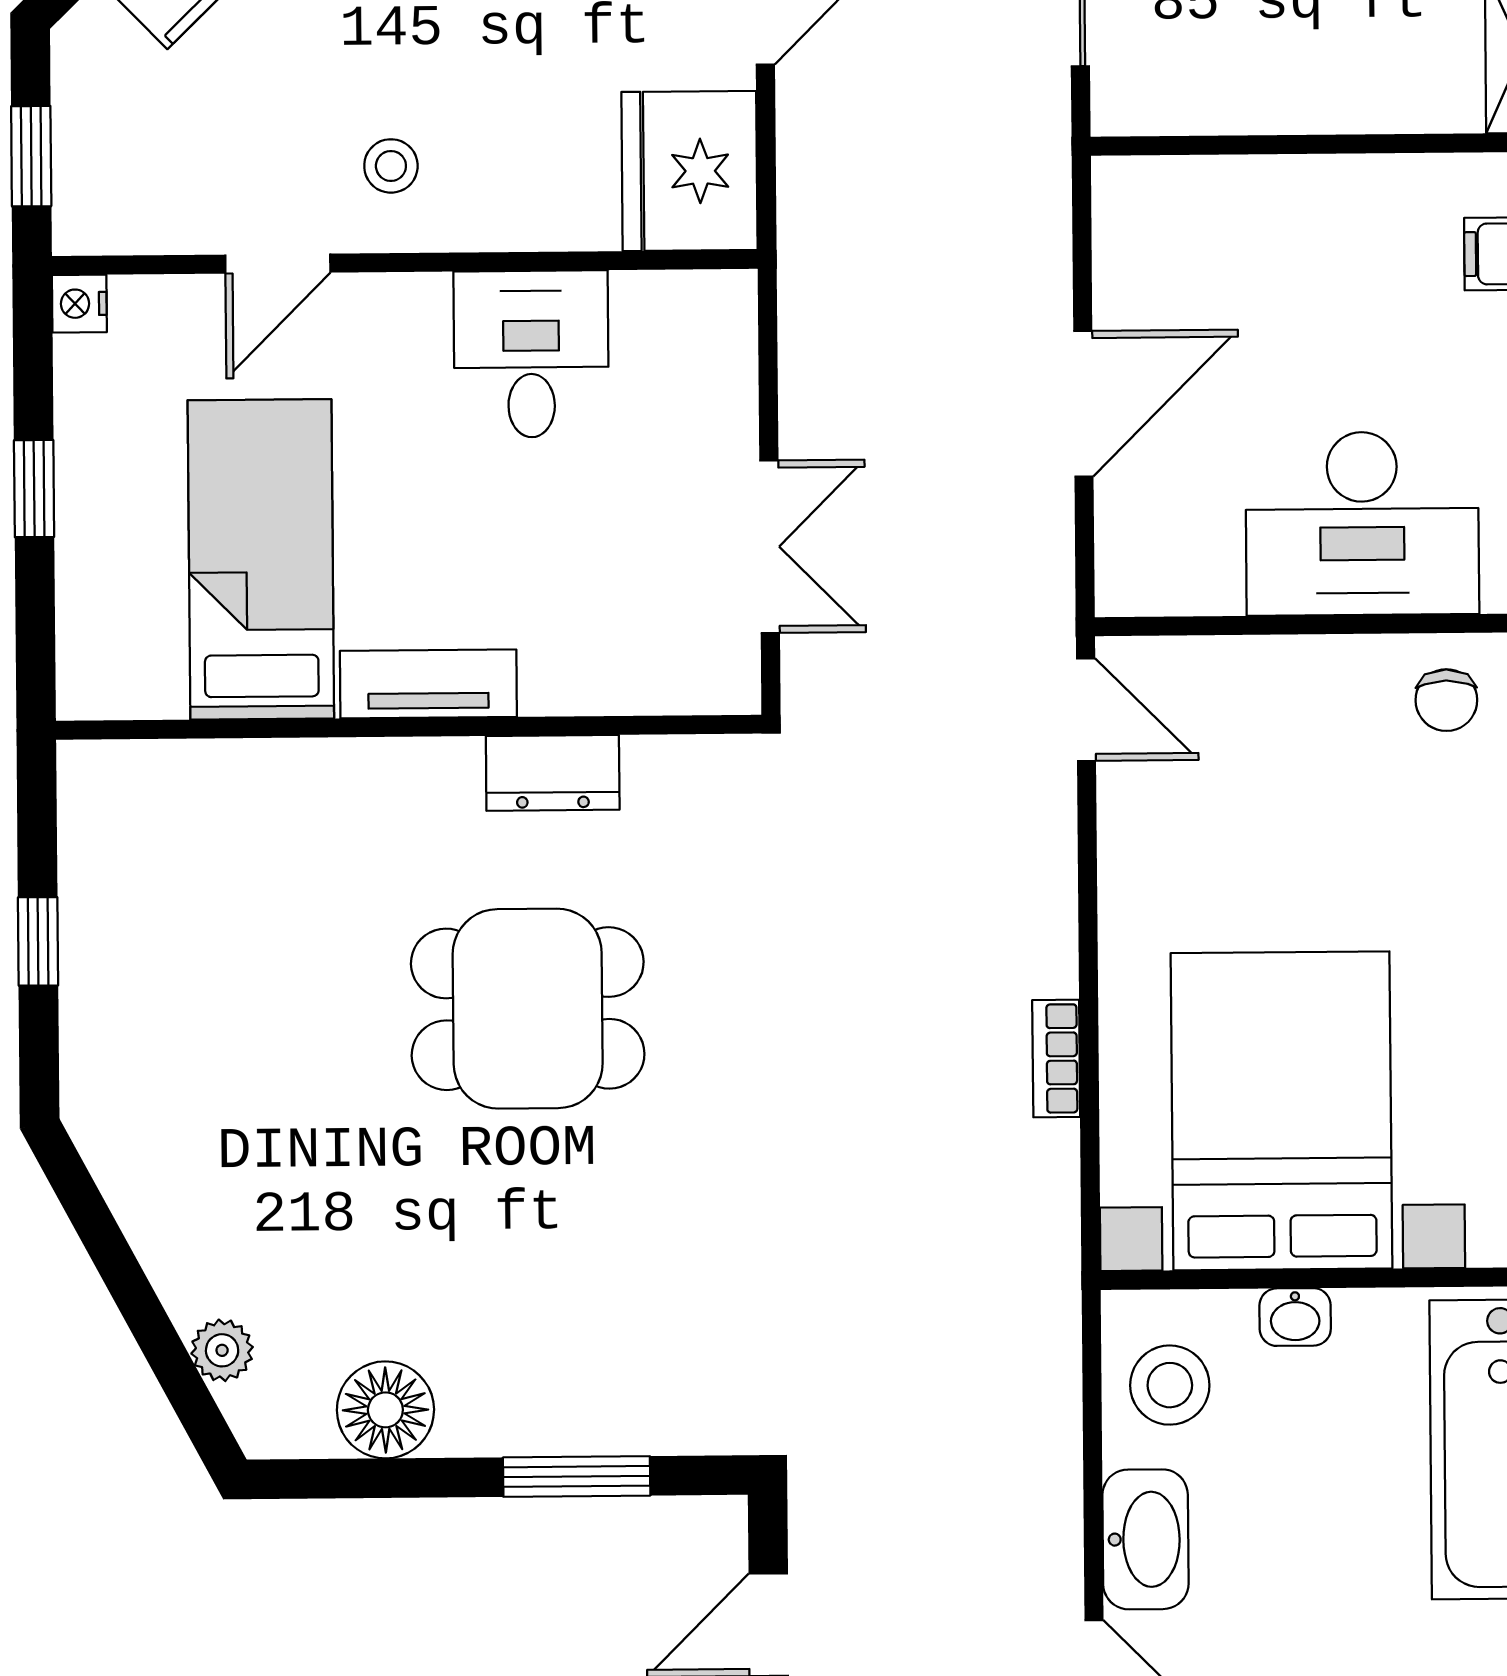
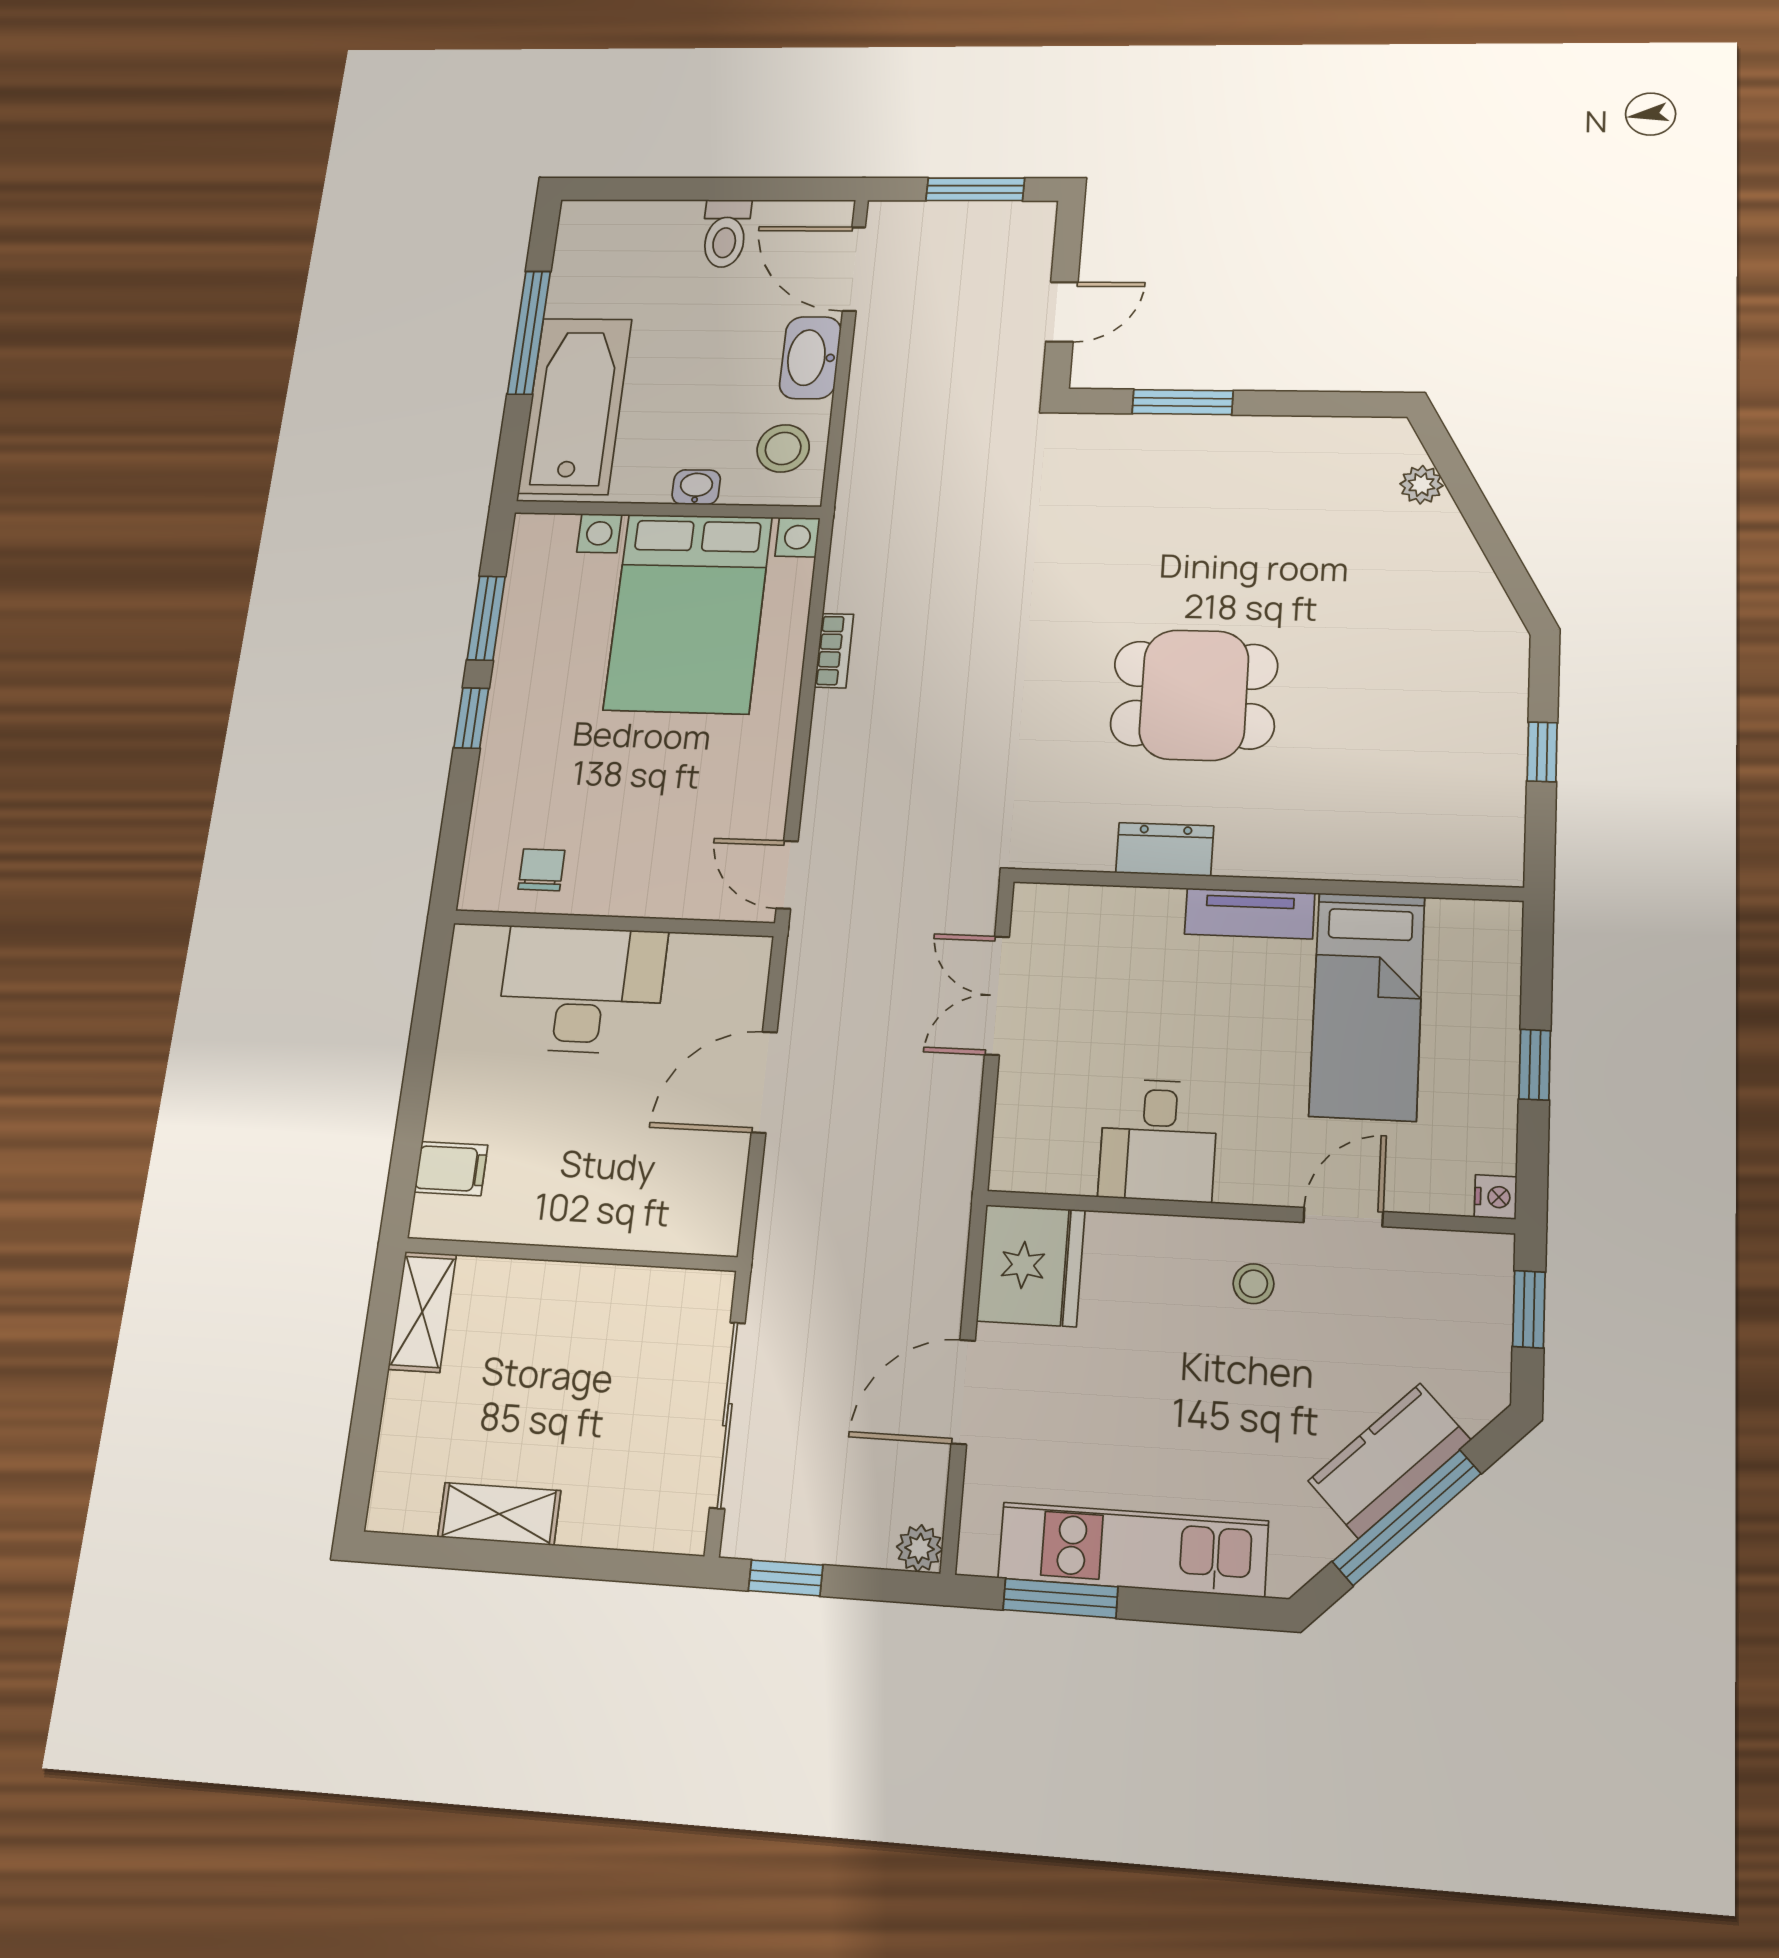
floor lamp: (385, 1410) -> (1310, 445), removed

